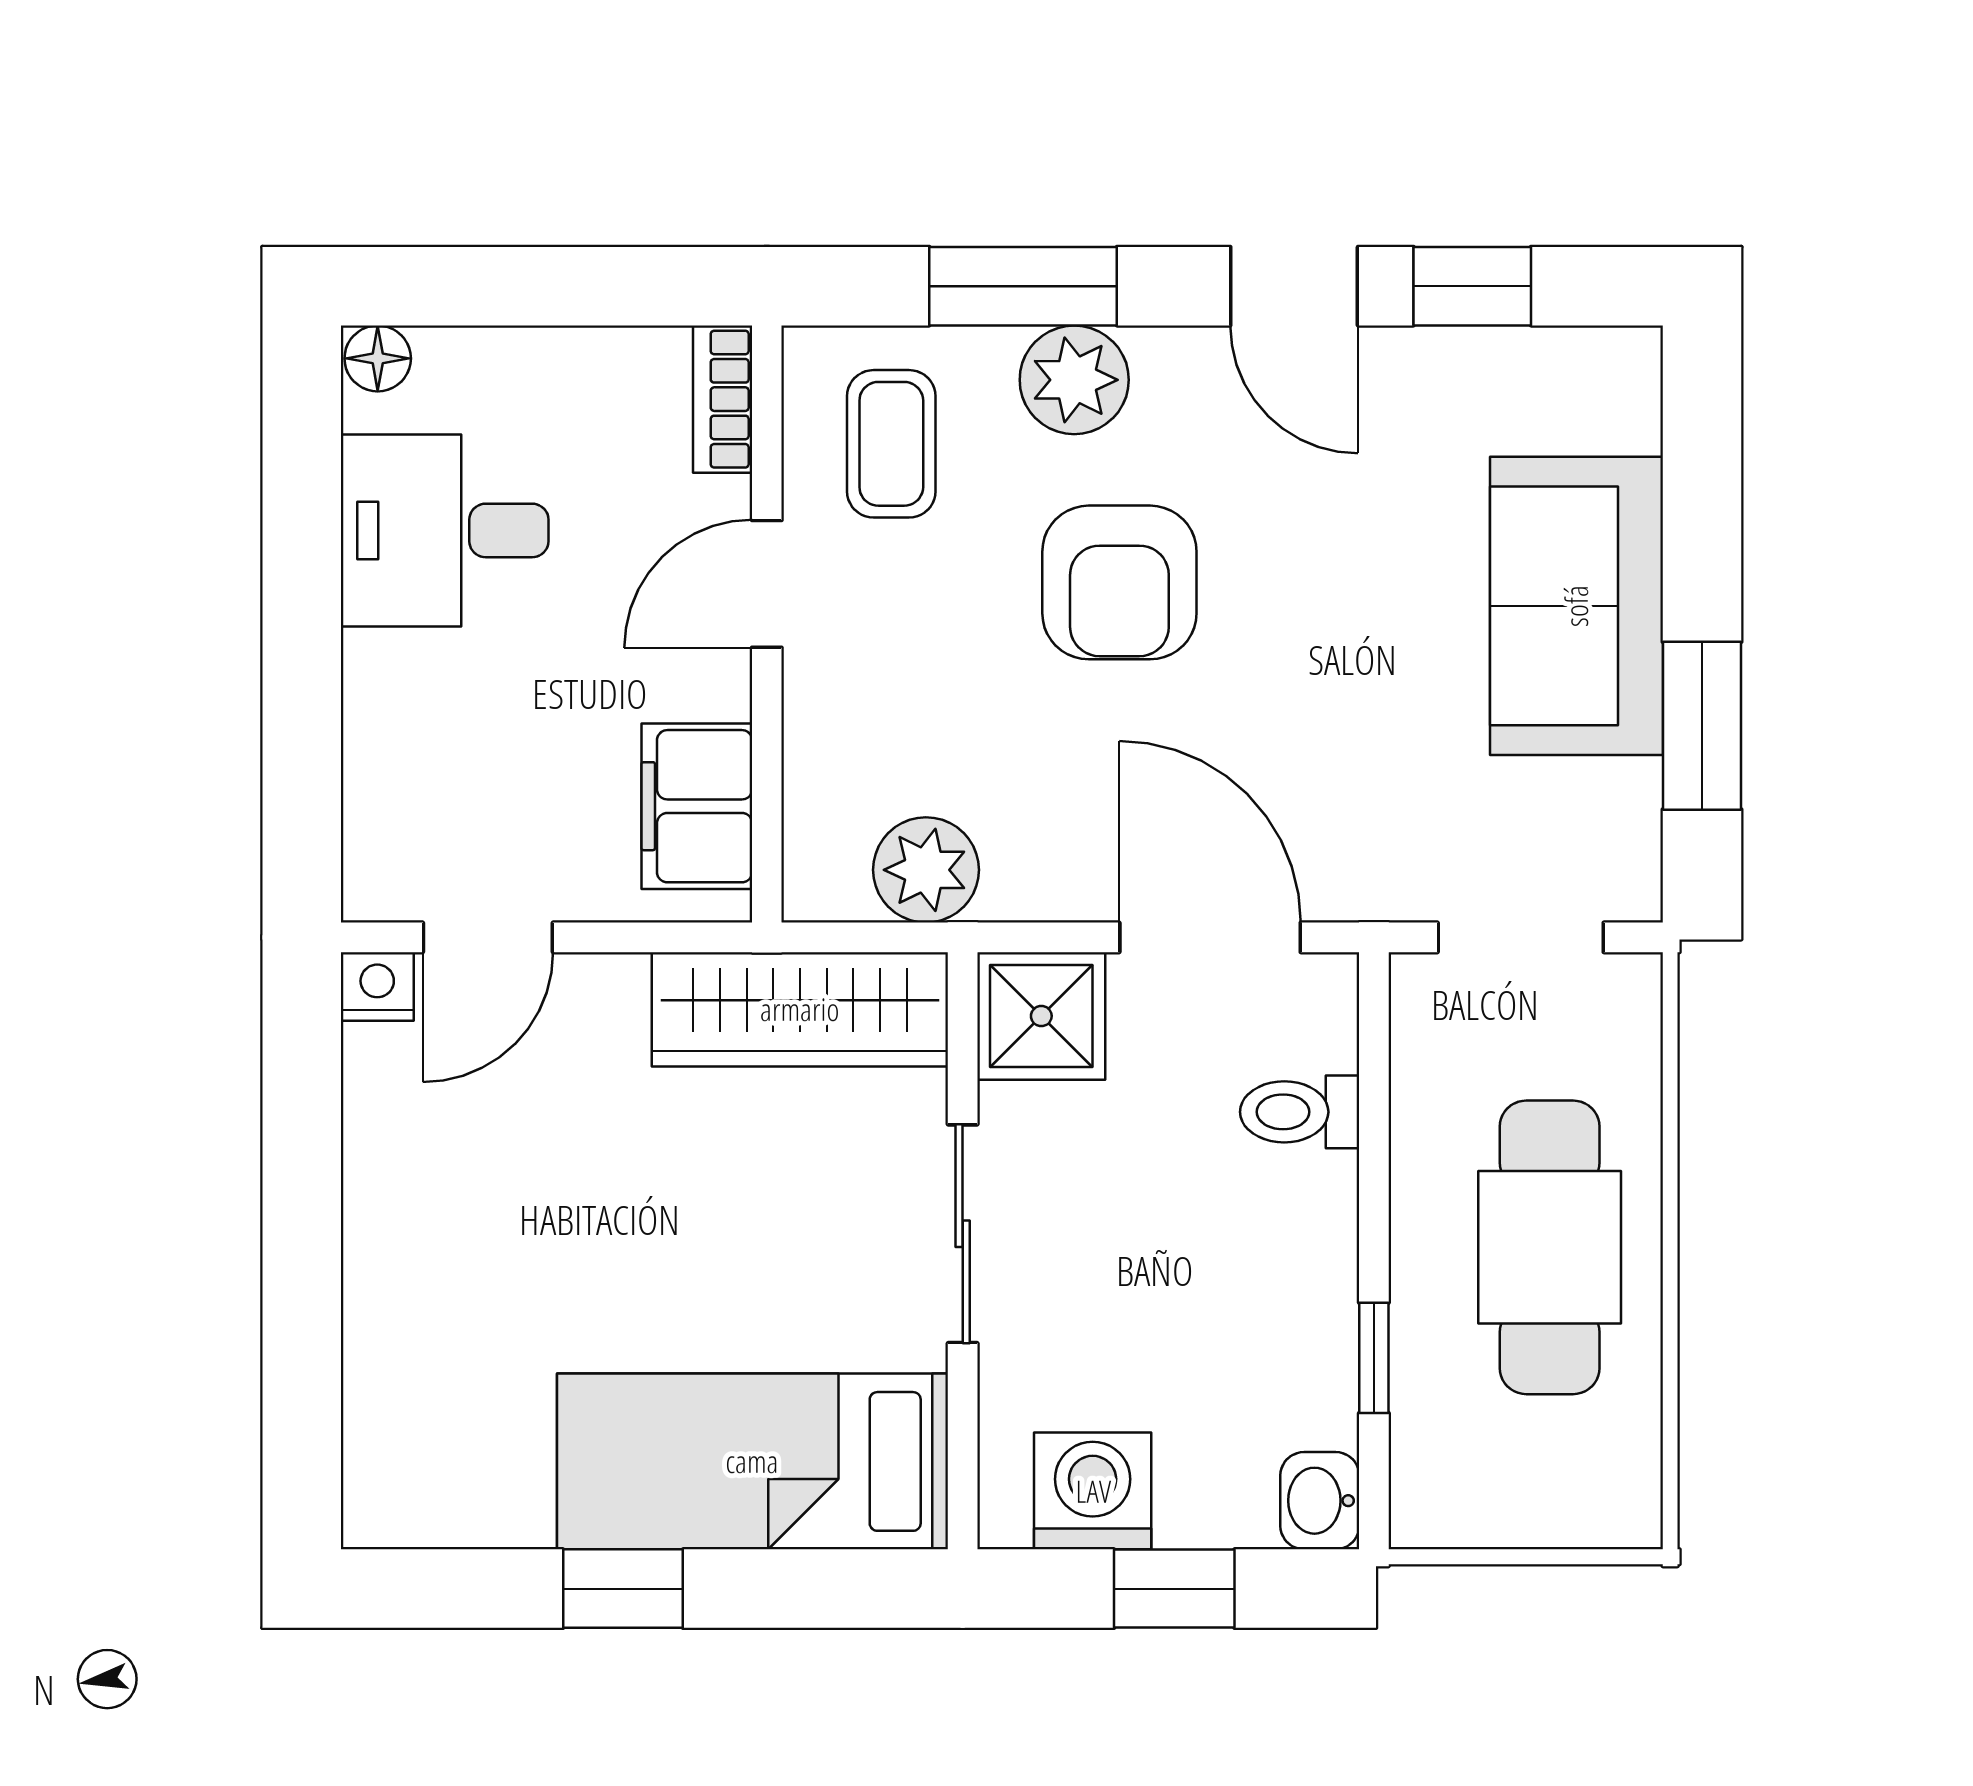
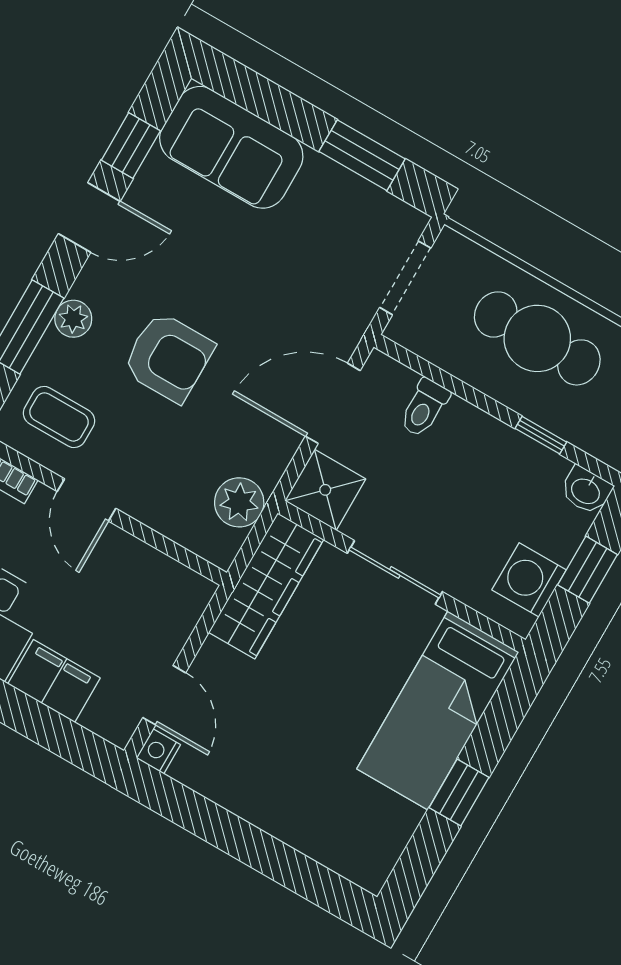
plant: (1074, 380) -> (73, 319), width x0.73, depth x0.73
sofa: (1576, 606) -> (231, 147), moved
filing cabinet: (697, 806) -> (54, 681), moved, turned 180

